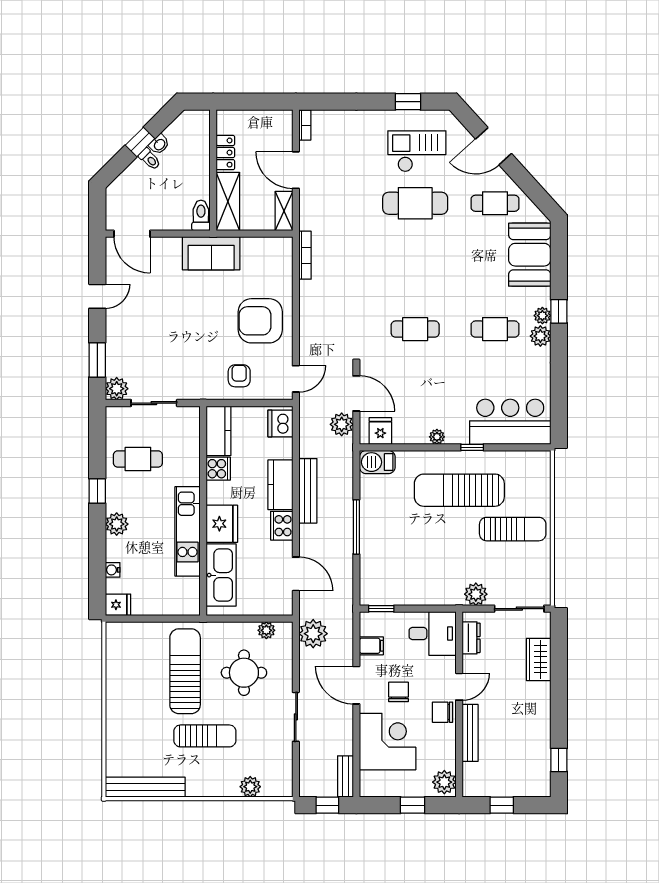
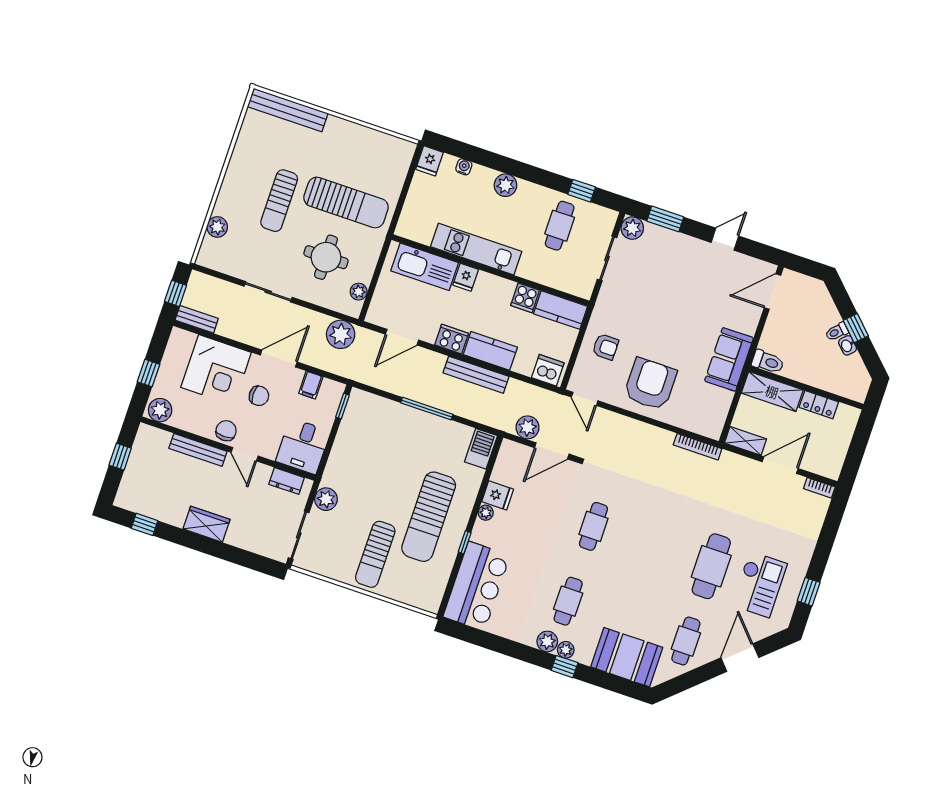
door: (97, 296) -> (725, 239), swing flipped
fridge: (380, 431) -> (498, 495), moved
sun lounger: (459, 490) -> (429, 517), turned 180
window: (97, 491) -> (582, 191), moved
fridge: (222, 524) -> (466, 277), width x0.53, depth x0.75
wardrobe: (539, 659) -> (207, 524), moved
bench: (145, 787) -> (288, 110), moved, turned 90

